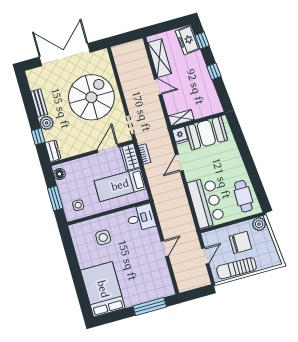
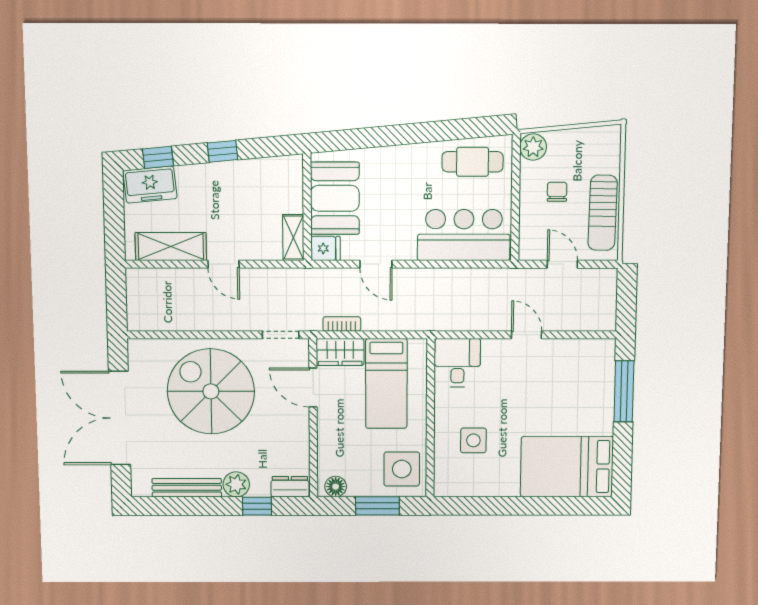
door: (158, 87) -> (223, 264), swing flipped
bench: (39, 103) -> (187, 488), width x1.36
side table: (78, 205) -> (402, 469), width x1.87, depth x1.87
chair: (240, 242) -> (557, 192), width x0.54, depth x0.54

